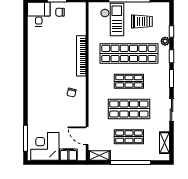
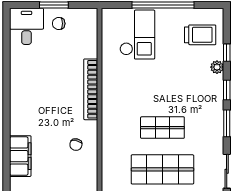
trolley: (142, 22) -> (200, 35), moved
shop shelf: (129, 53) -> (162, 86), removed
filing cabinet: (35, 100) -> (20, 156), added

